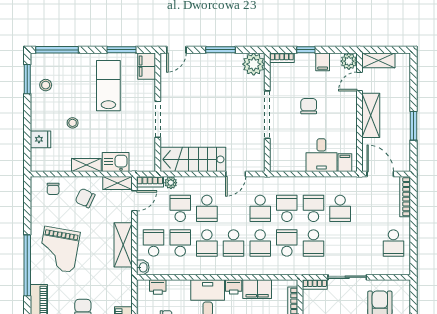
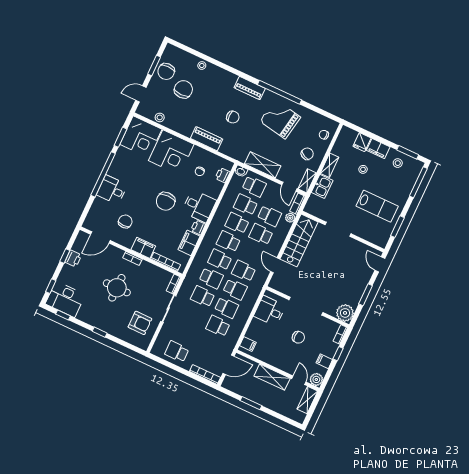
filing cabinet: (147, 66) -> (378, 149), moved, turned 180
desk: (321, 155) -> (270, 311), moved
school desk: (180, 243) -> (246, 205), turned 180

